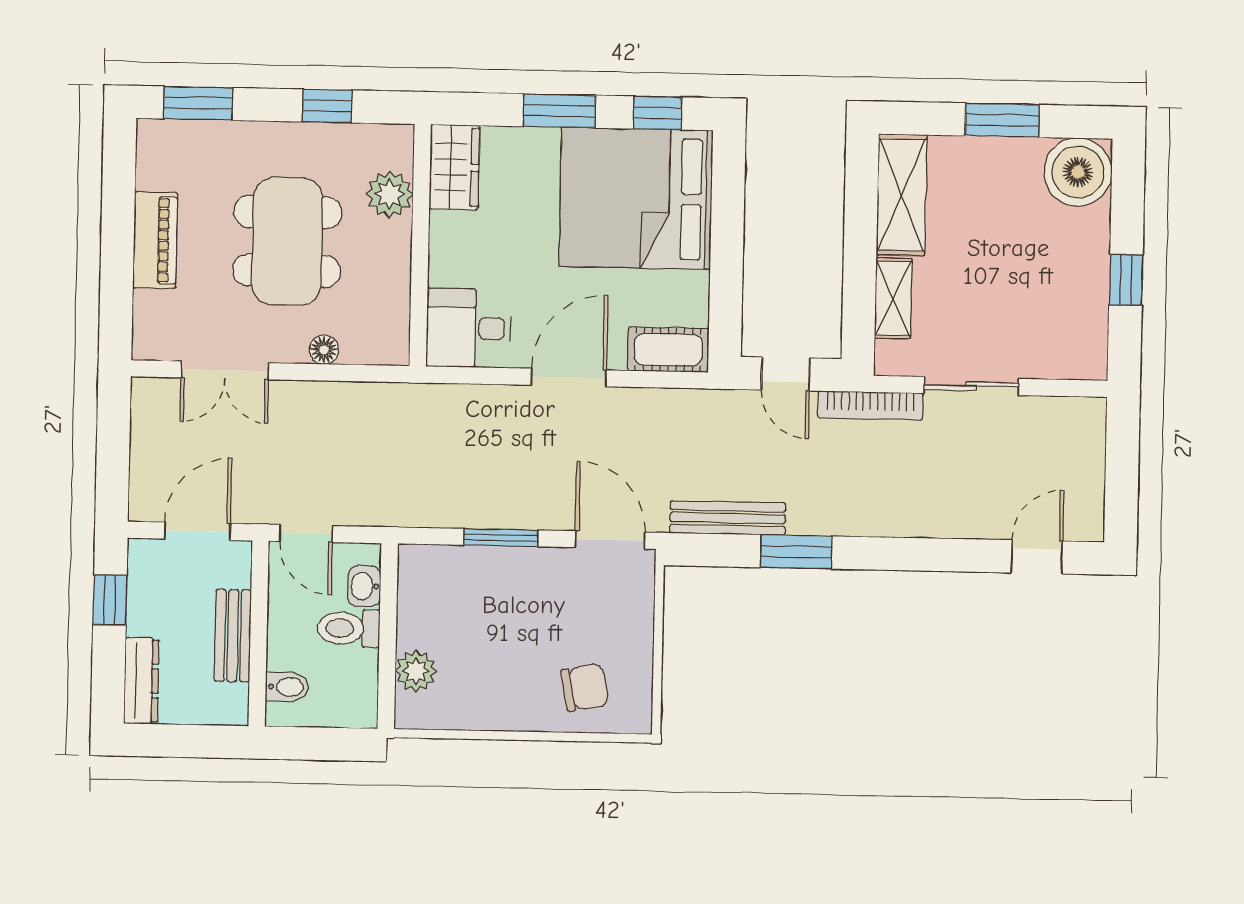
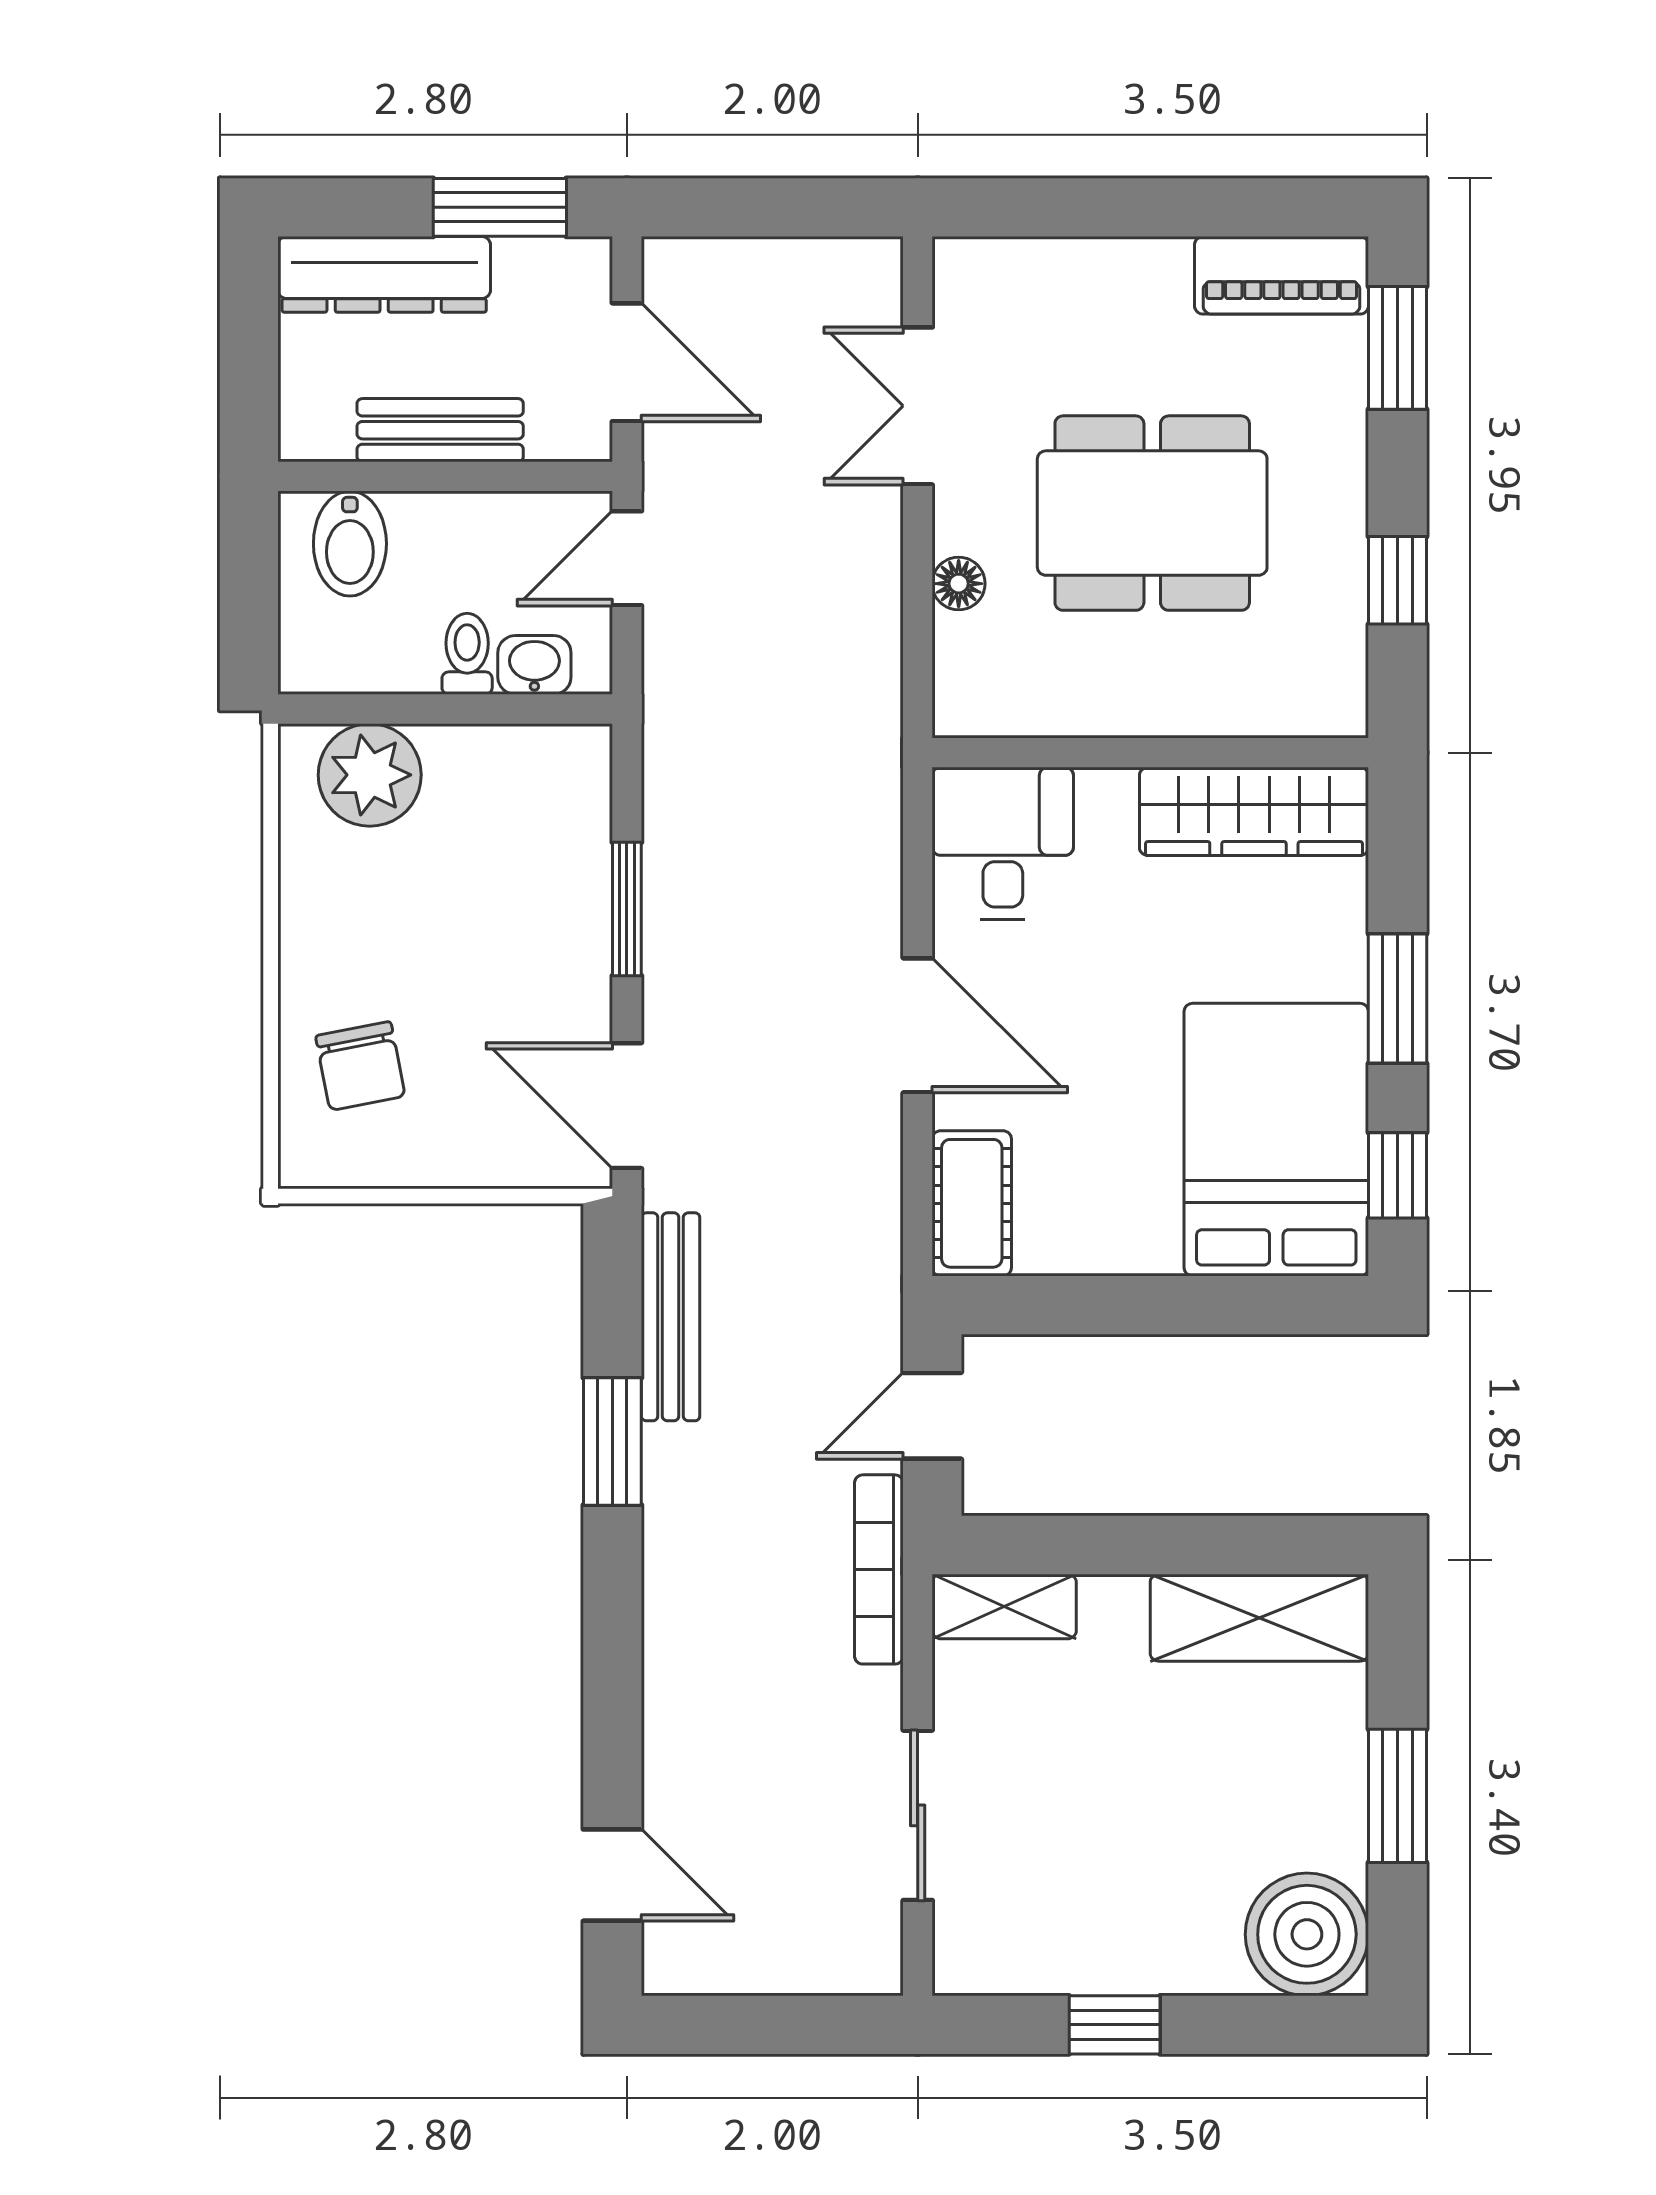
wardrobe: (454, 167) -> (1254, 811), width x1.50
plant: (389, 194) -> (1241, 696), removed
bed: (636, 198) -> (1276, 1140), width x0.73
piano: (155, 240) -> (1282, 275), moved
shelving: (893, 298) -> (1004, 1607), moved
sliding door: (971, 386) -> (918, 1815), moved
door: (610, 540) -> (627, 1106), swing flipped
window: (110, 600) -> (500, 207), width x1.50
toilet: (349, 628) -> (467, 654), width x0.73, depth x0.72
plant: (416, 671) -> (370, 775), width x1.36, depth x1.36
dresser: (141, 681) -> (384, 274), width x1.37, depth x1.24
bidet: (287, 687) -> (350, 544), width x1.38, depth x1.36

